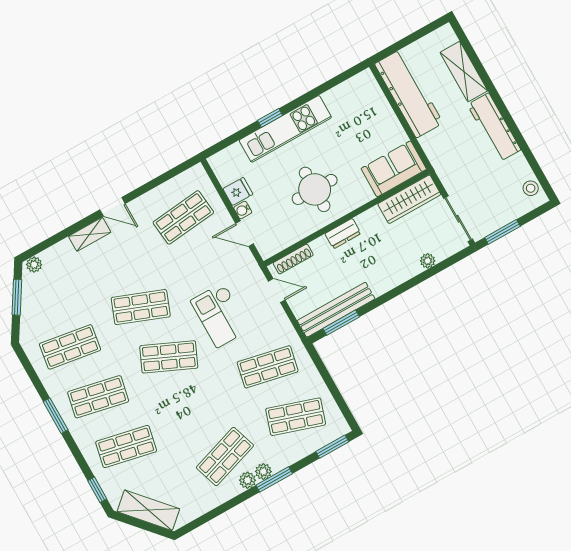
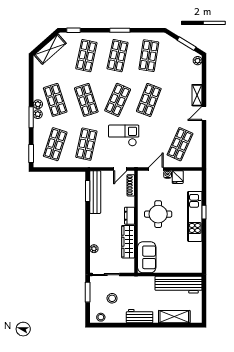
workbench: (494, 127) -> (140, 316), width x0.73
stool: (490, 187) -> (112, 298), added
wardrobe: (409, 199) -> (128, 242), moved
shop shelf: (183, 217) -> (180, 144), turned 30
shop shelf: (197, 407) -> (86, 100), added

